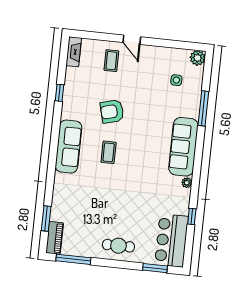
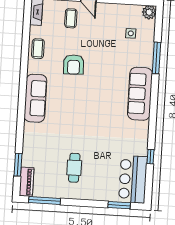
window: (60, 93) -> (25, 50), removed
armchair: (112, 111) -> (74, 64), turned -77
coffee table: (109, 152) -> (38, 49), moved
plant: (187, 183) -> (144, 126), removed
cafe table: (118, 246) -> (74, 168), moved, turned 90

